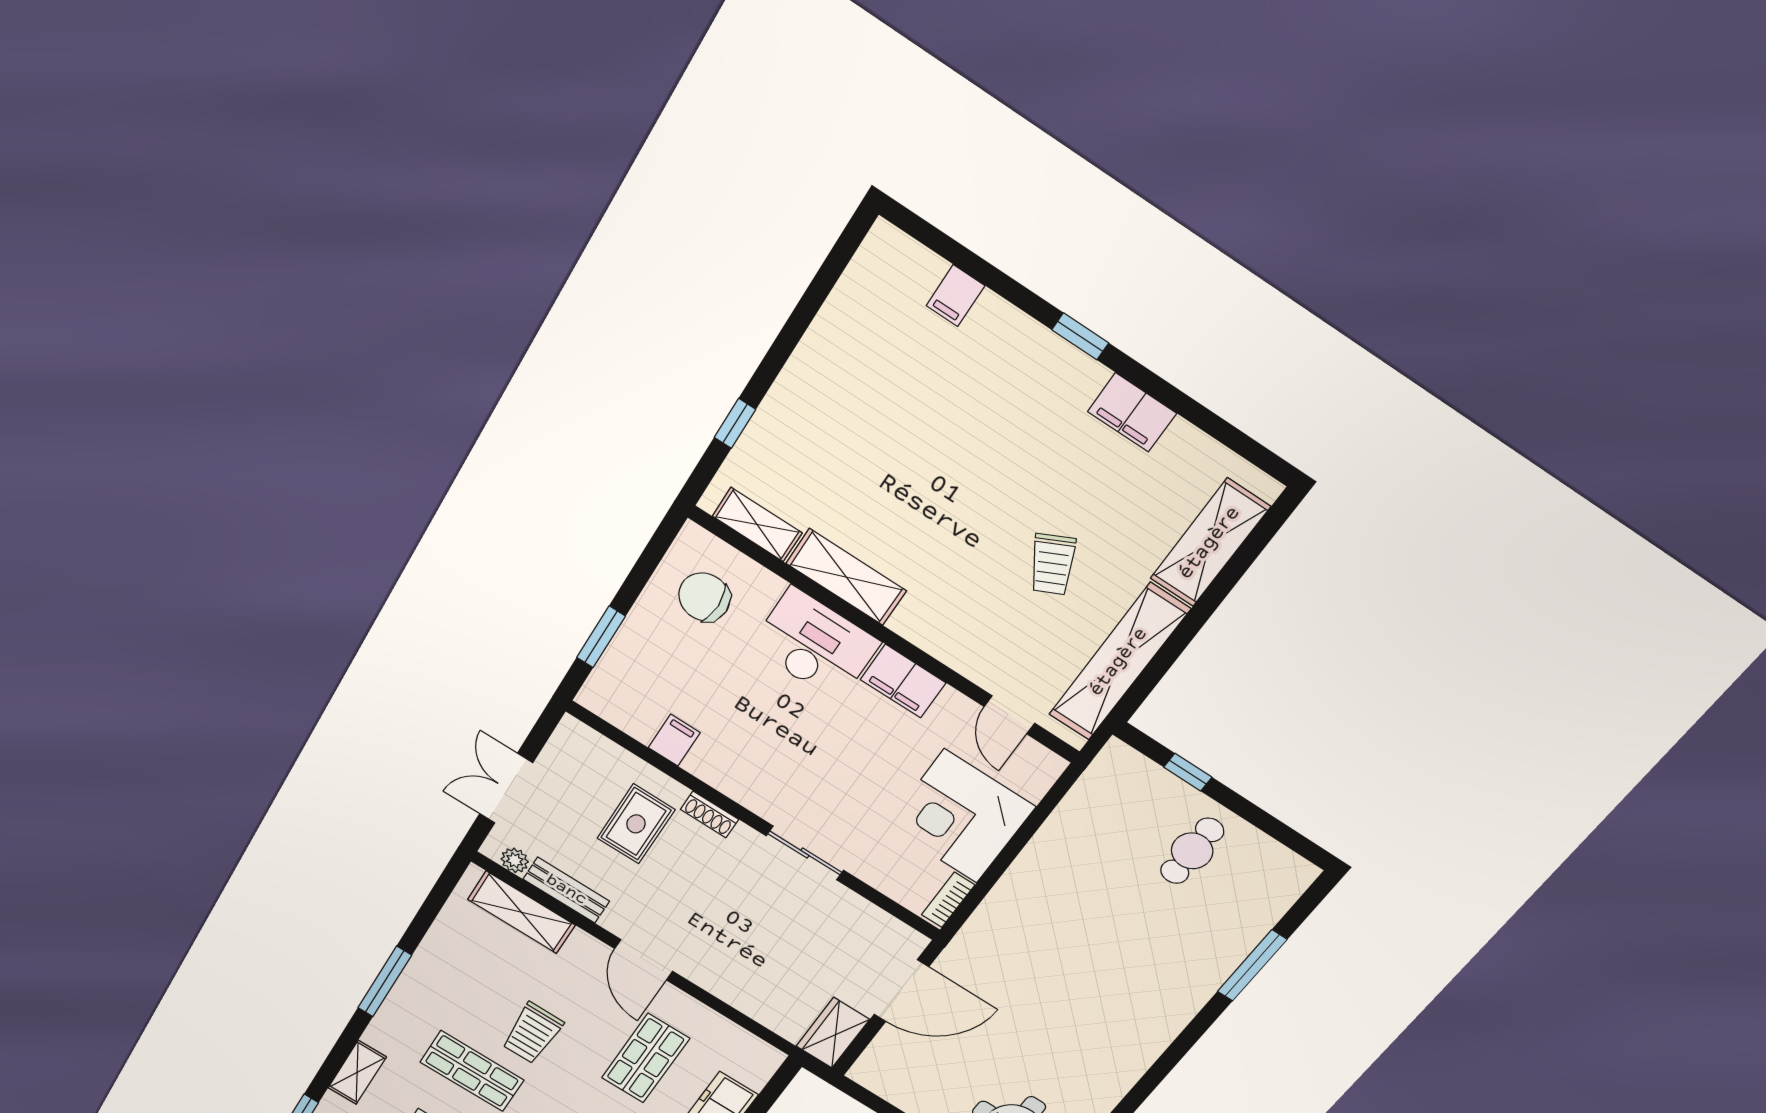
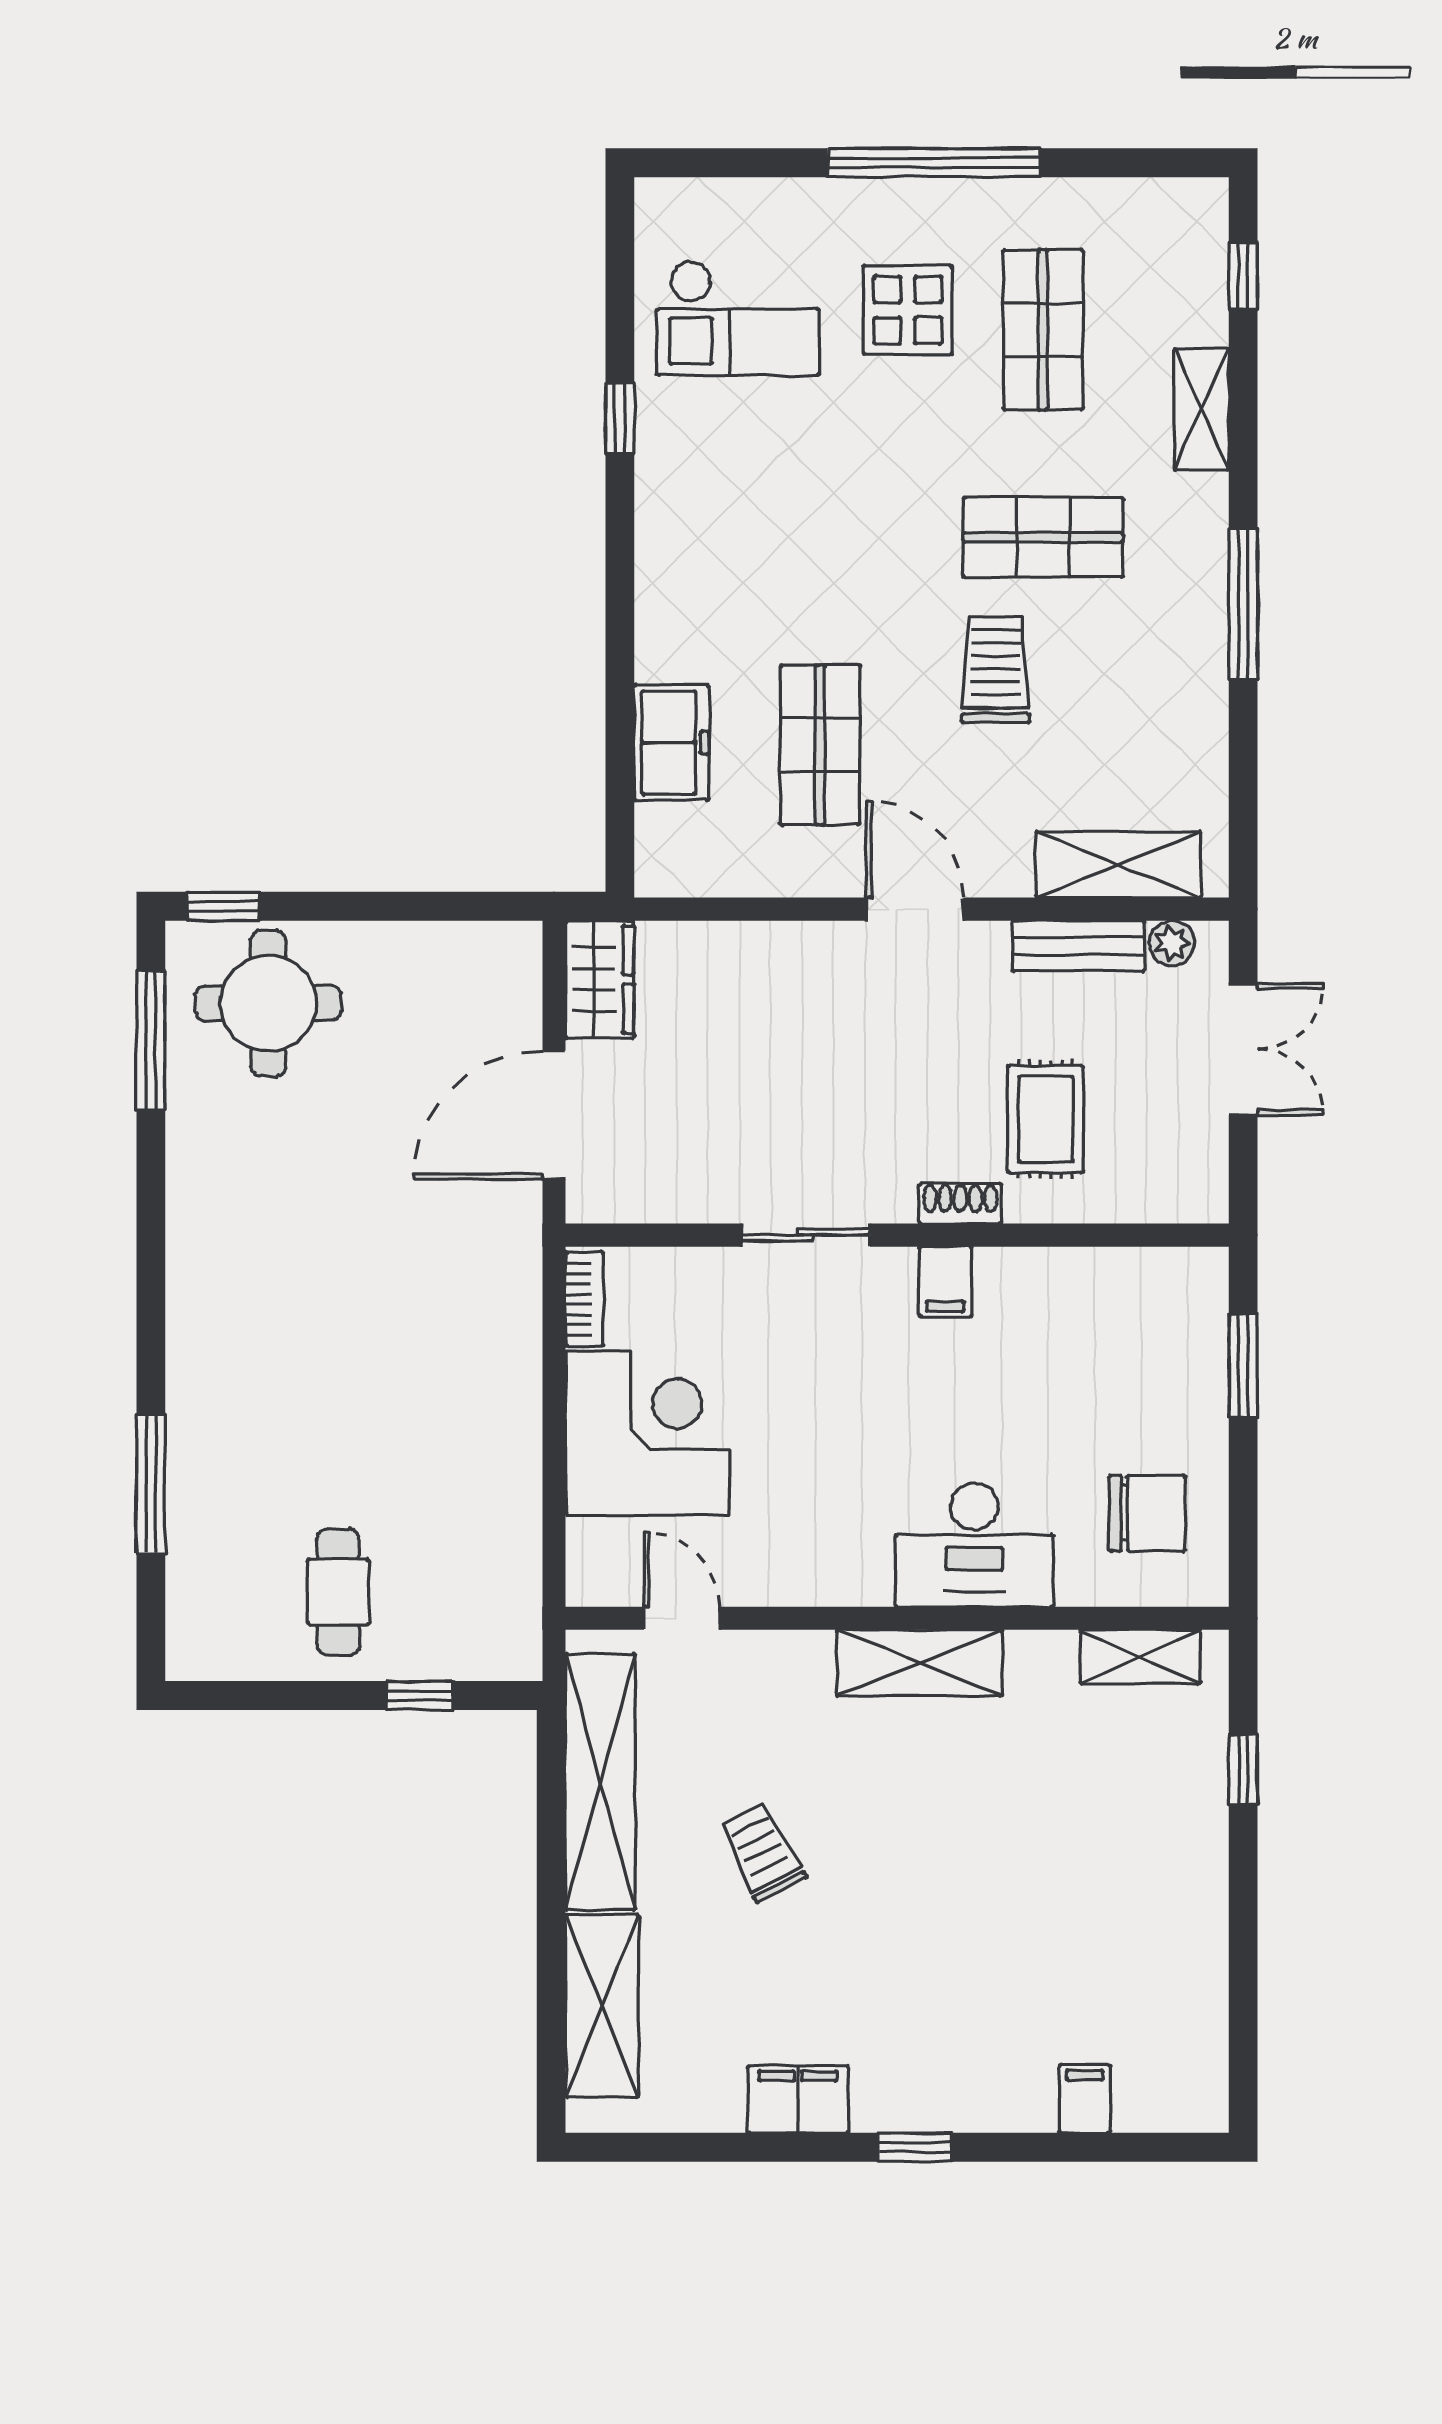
shelving: (846, 577) -> (920, 1663), moved
filing cabinet: (903, 681) -> (838, 1572), removed
filing cabinet: (674, 740) -> (945, 1282), moved

